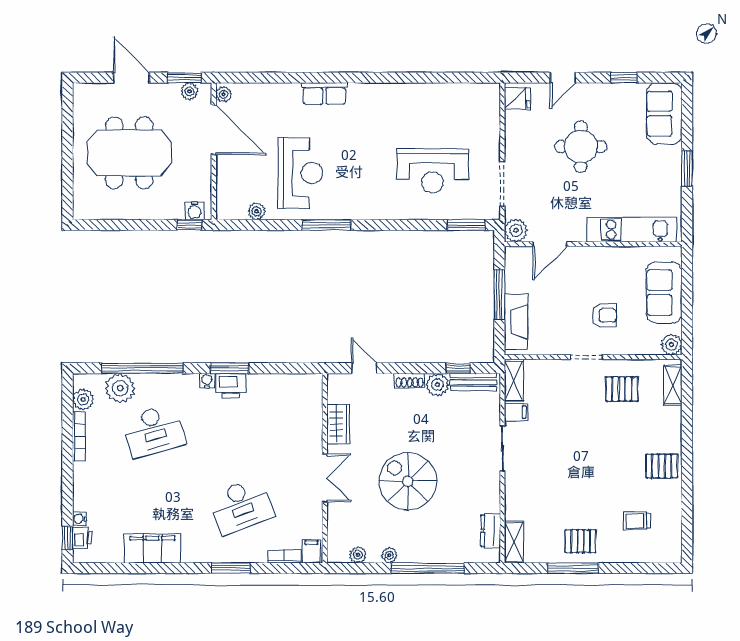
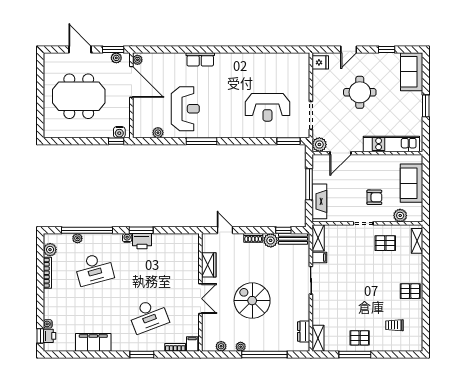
plant: (671, 345) -> (400, 216), moved
plant: (120, 388) -> (77, 238), width x0.53, depth x0.53

